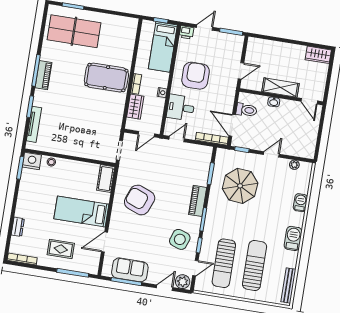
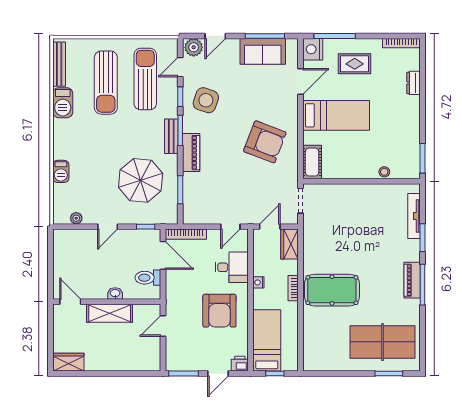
wardrobe: (135, 107) -> (289, 244), moved
nightstand: (32, 161) -> (313, 49), moved, turned 90
bench: (211, 216) -> (171, 136), added
barbecue: (293, 238) -> (63, 103), moved

